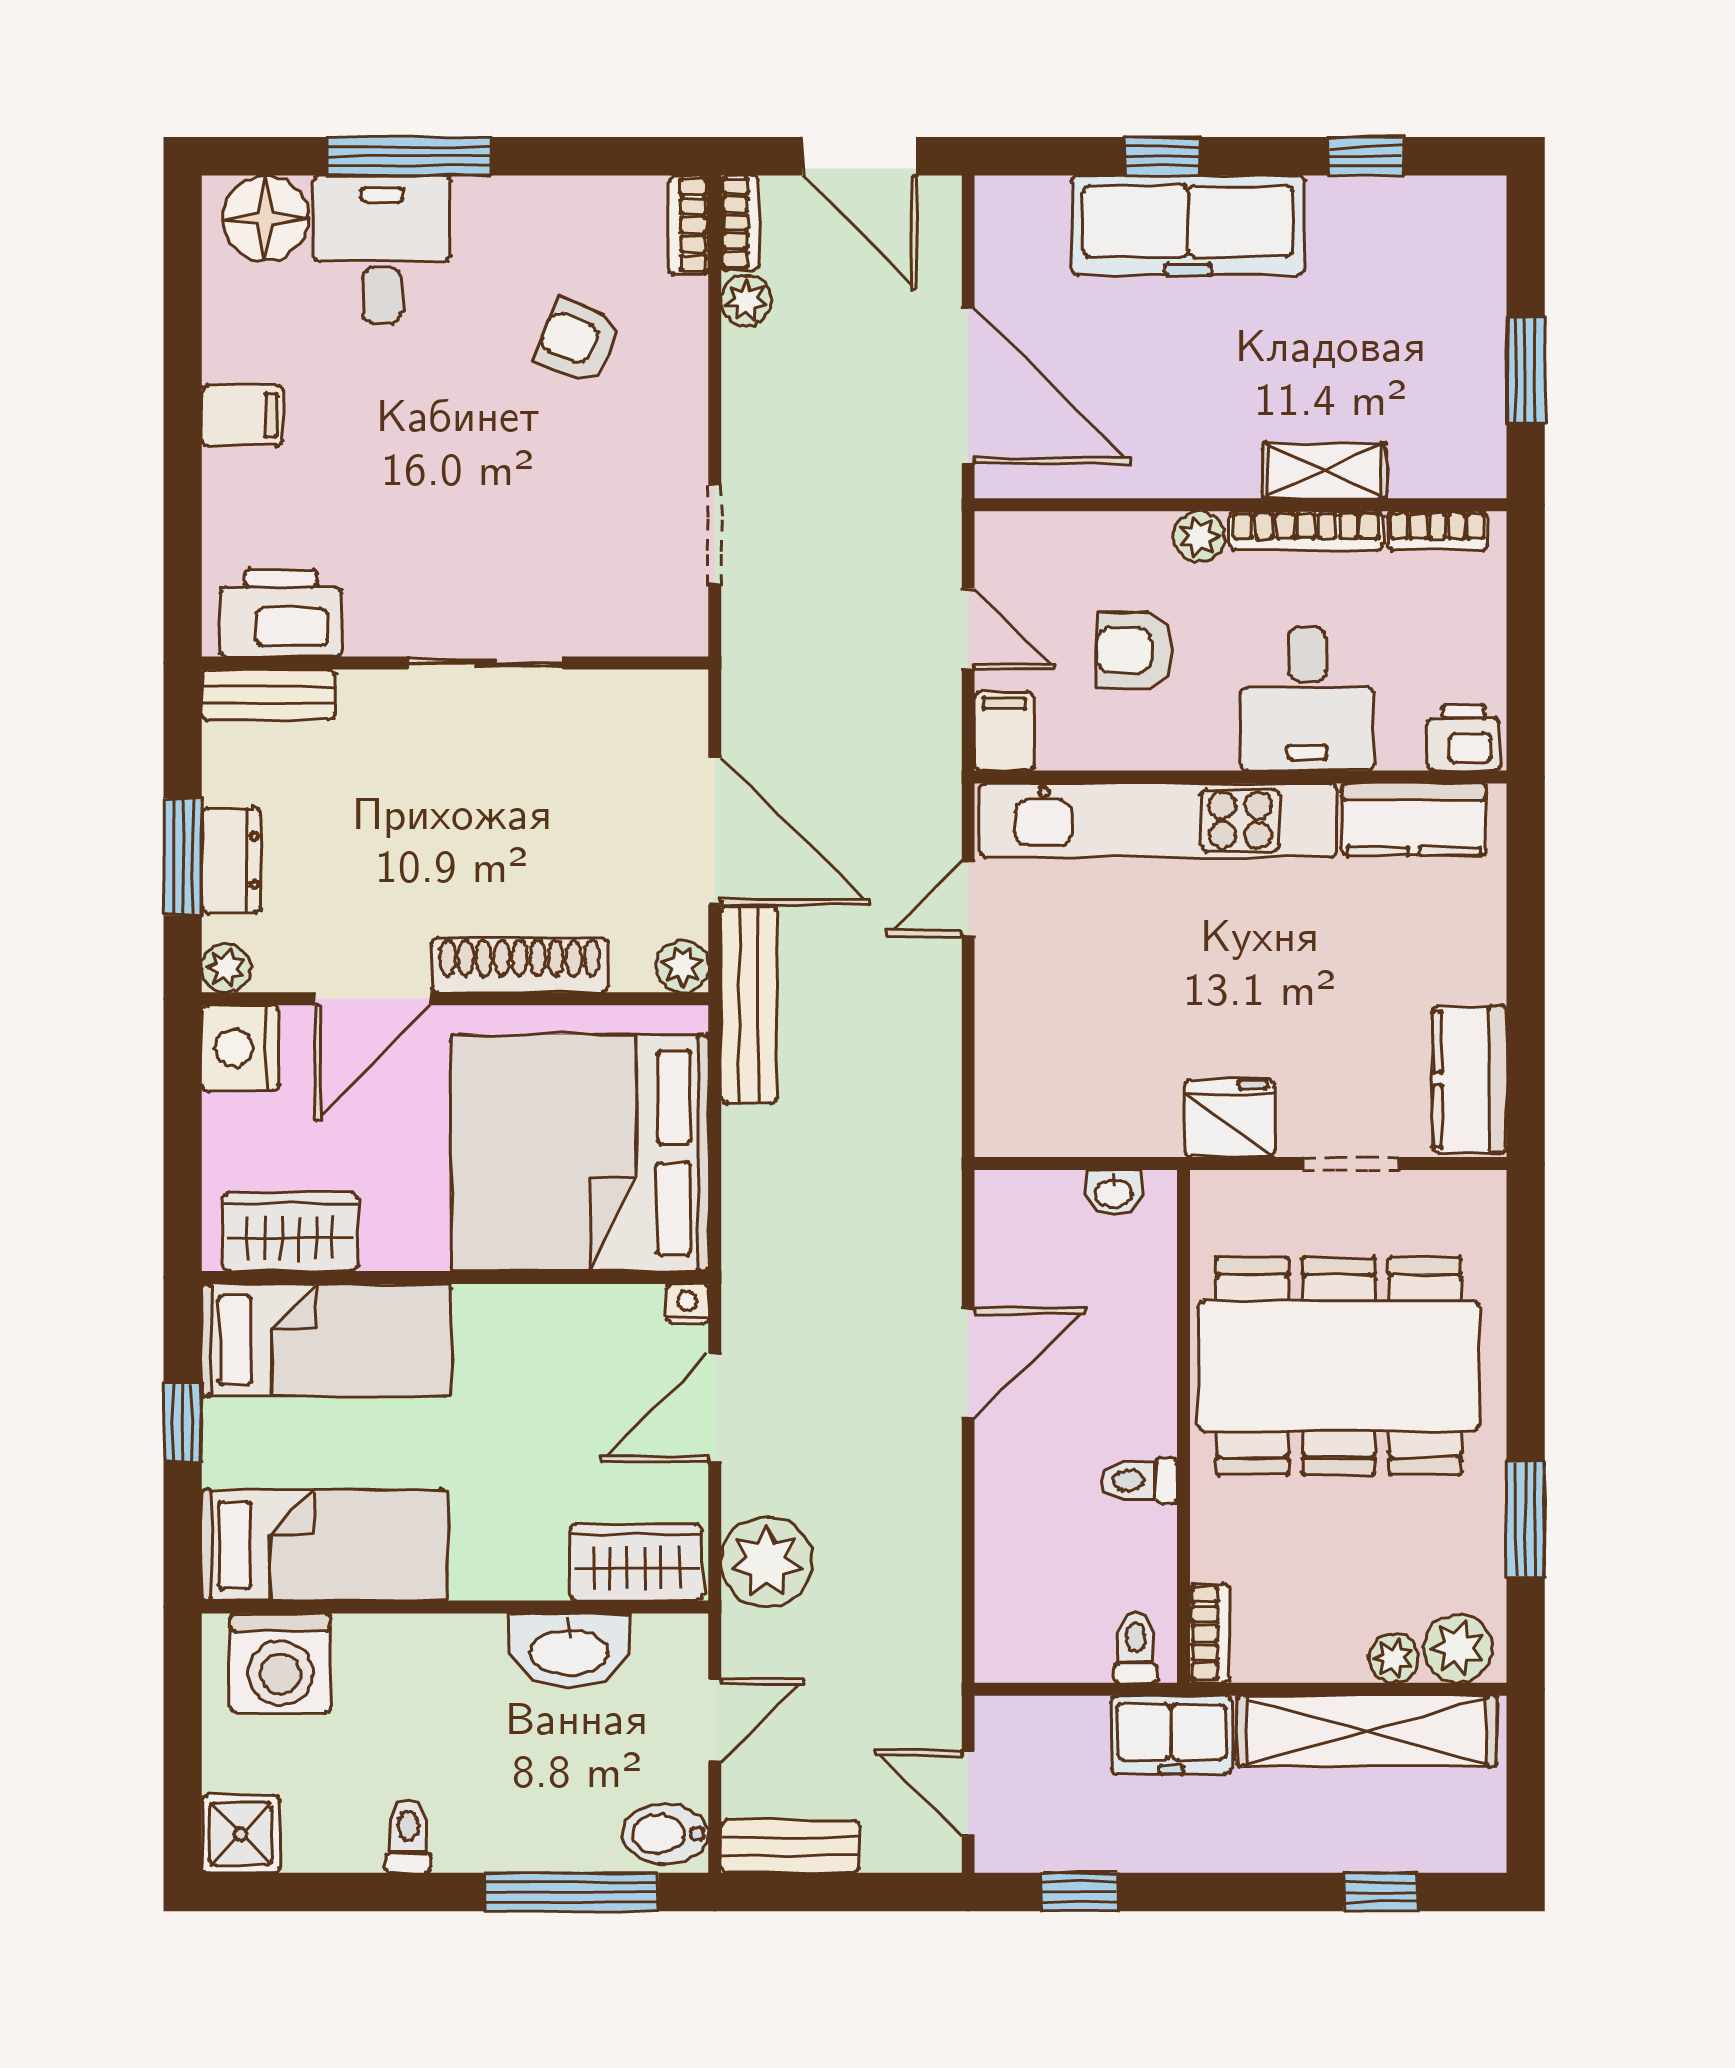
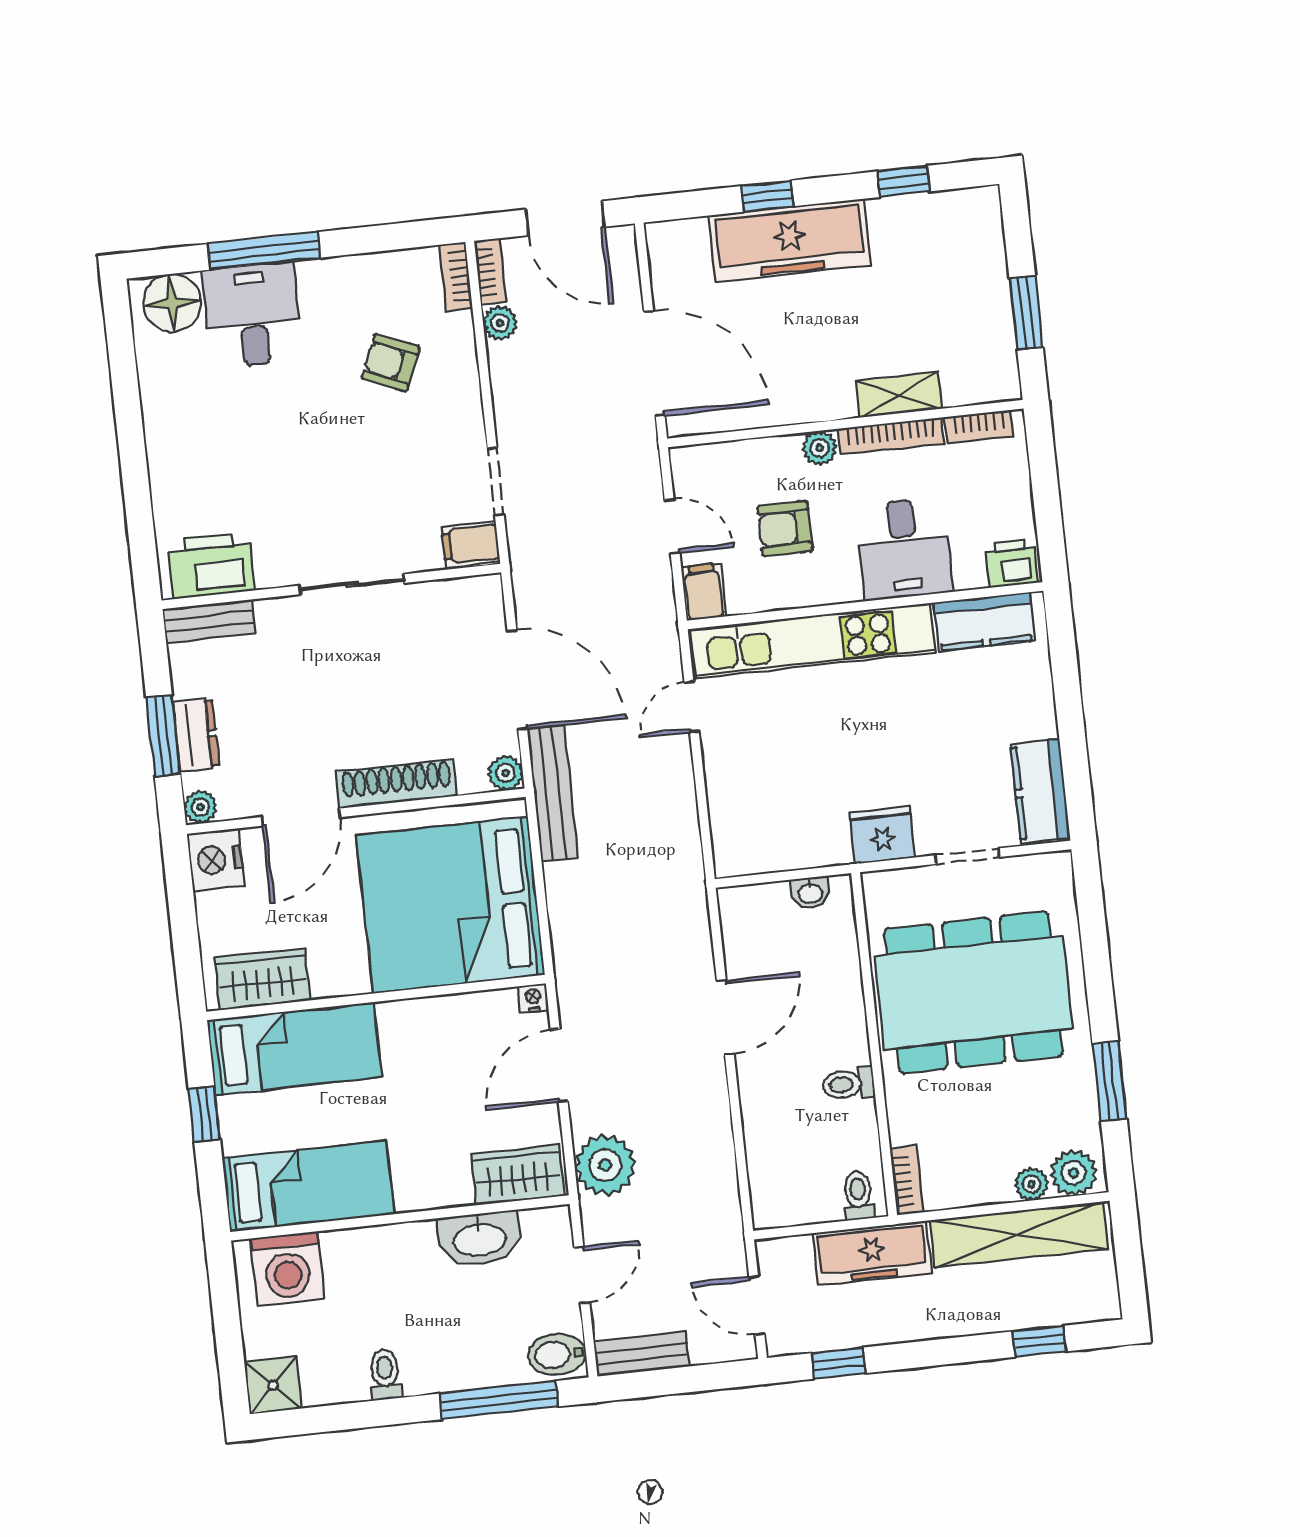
filing cabinet: (242, 415) -> (471, 544), moved, turned 180
freezer: (1171, 1735) -> (872, 1253), width x1.40

